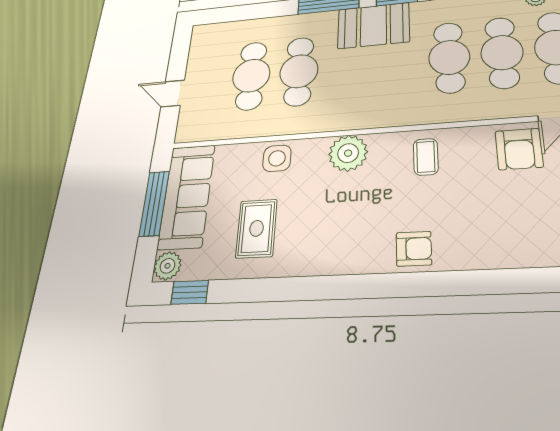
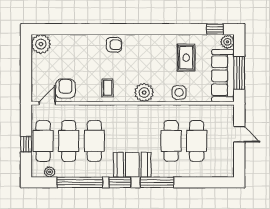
armchair: (414, 249) -> (114, 45), turned 180

